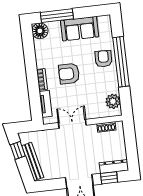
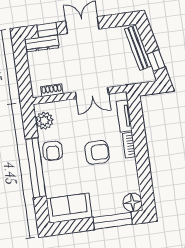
sofa: (80, 29) -> (69, 208), moved
armchair: (103, 59) -> (53, 151), moved

